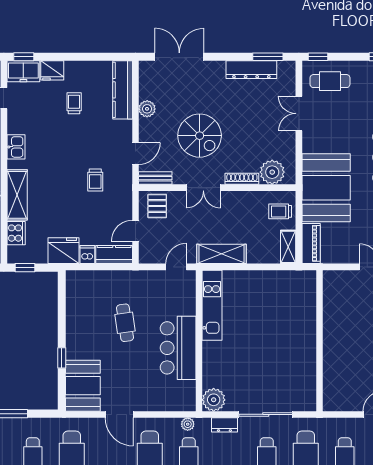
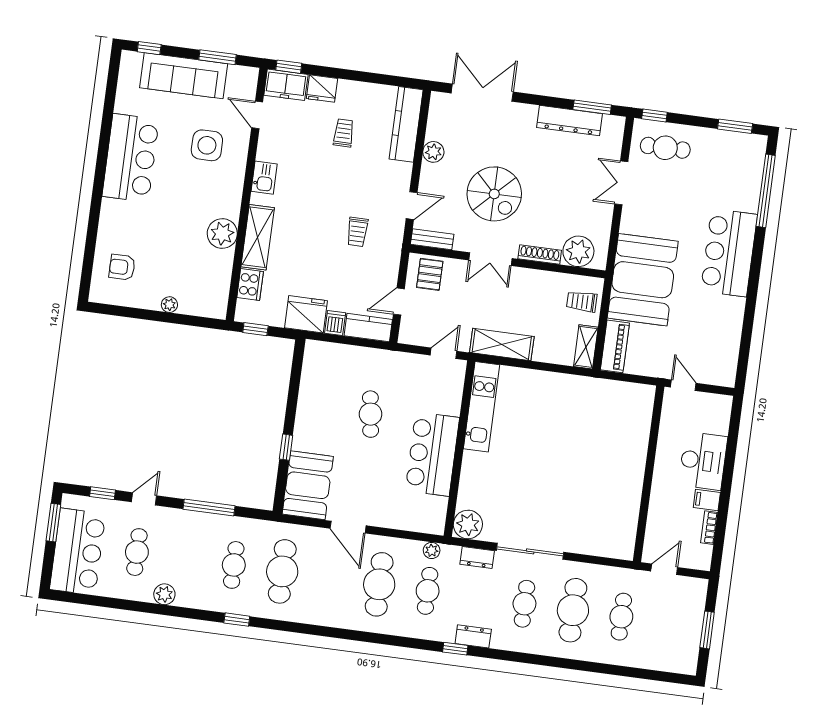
wall: (320, 341) -> (649, 474), moved

